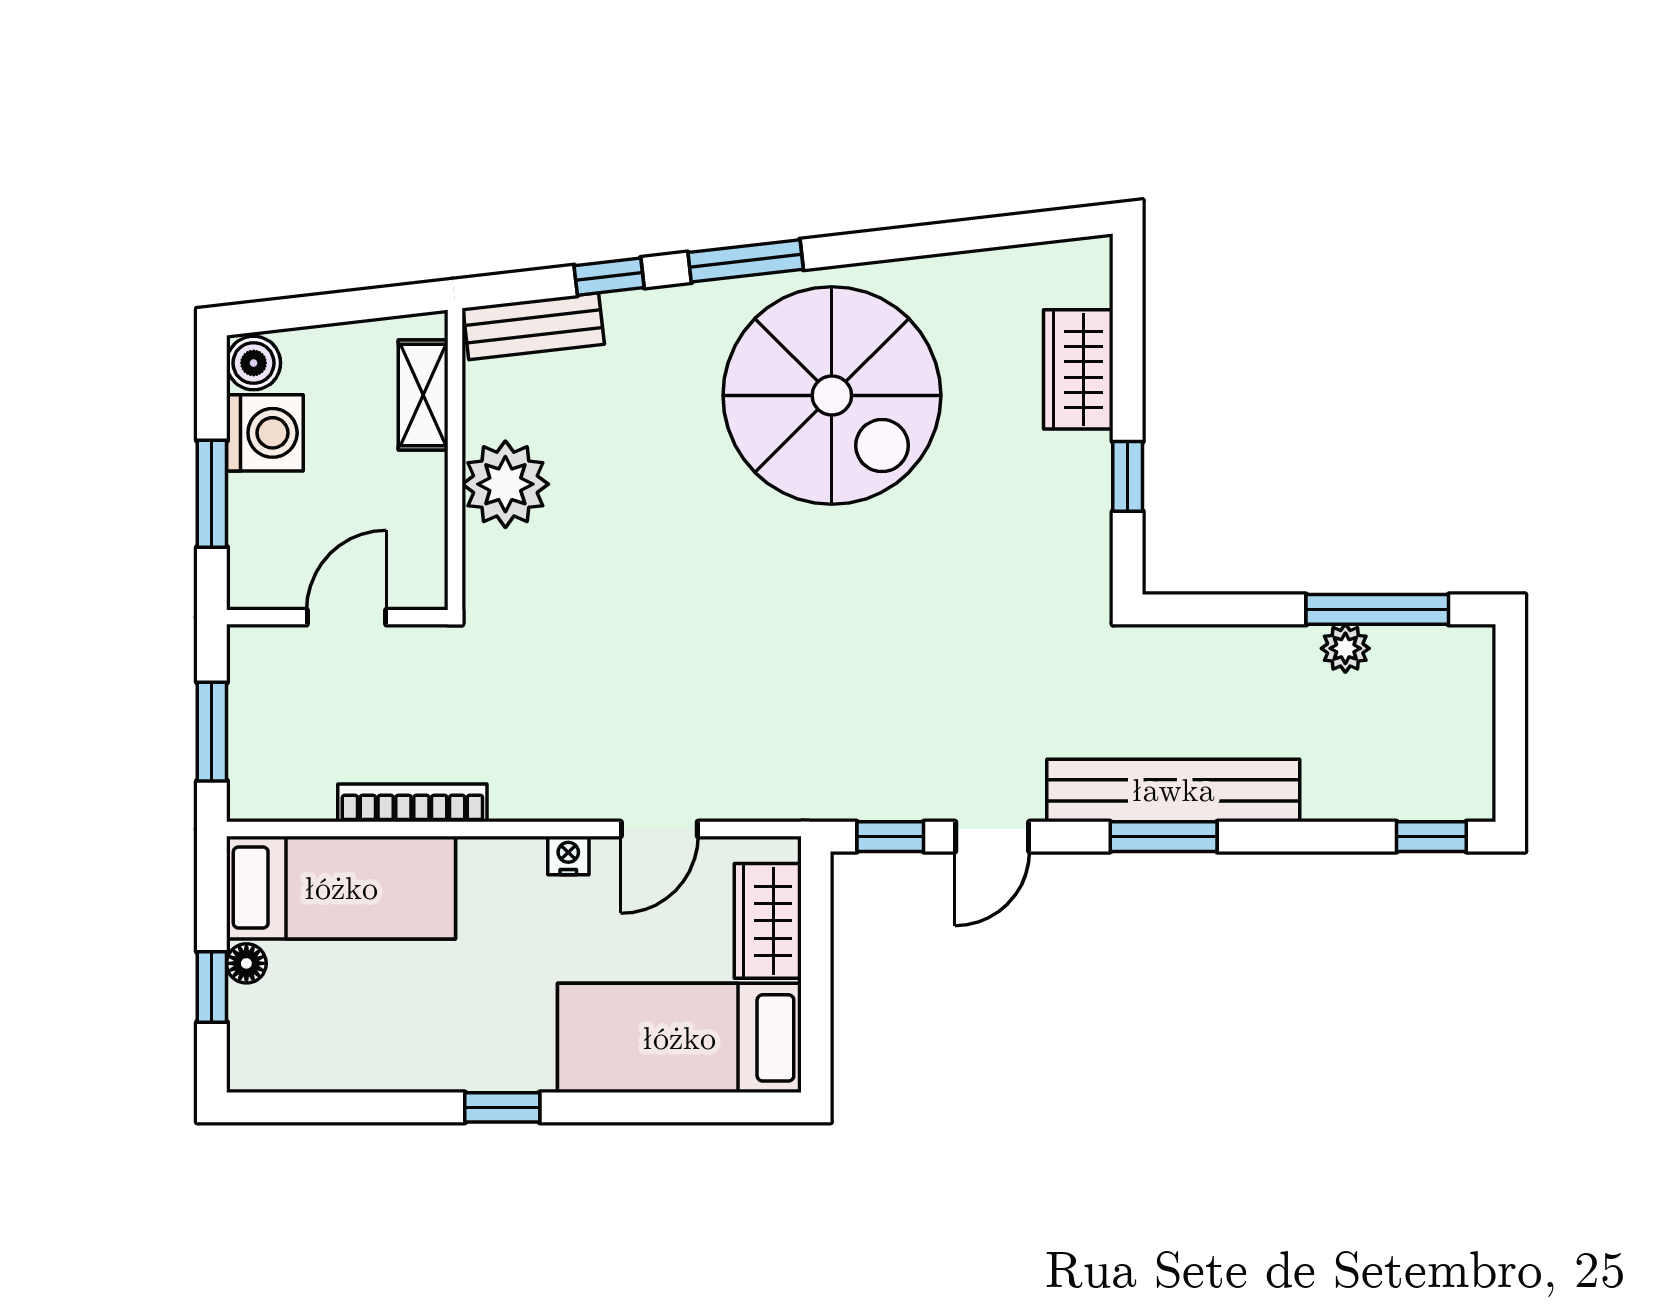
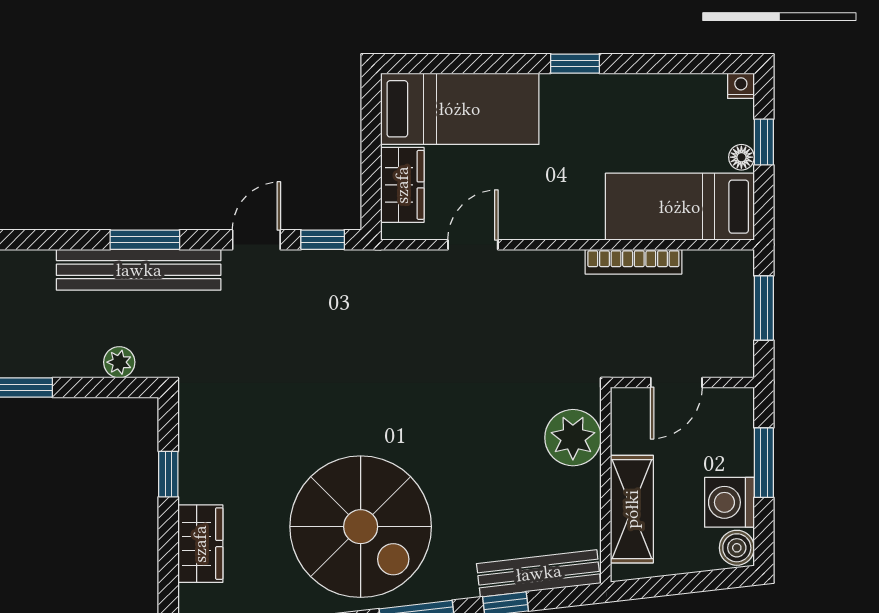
bench: (534, 326) -> (539, 573), width x1.36
shelving: (423, 395) -> (632, 509), width x1.50, depth x1.33
spiral stairs: (832, 395) -> (361, 527), turned 180
plant: (505, 484) -> (573, 438), moved
plant: (1345, 648) -> (119, 362), moved
nightstand: (568, 855) -> (741, 86), moved, turned 180

